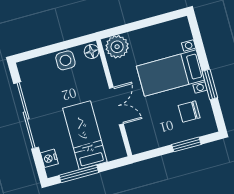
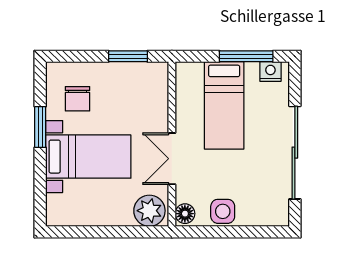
double door: (116, 106) -> (172, 159), moved
chair: (189, 112) -> (77, 99), turned 90
window: (186, 144) -> (128, 56), moved
nightstand: (49, 158) -> (270, 72), moved, turned -90

